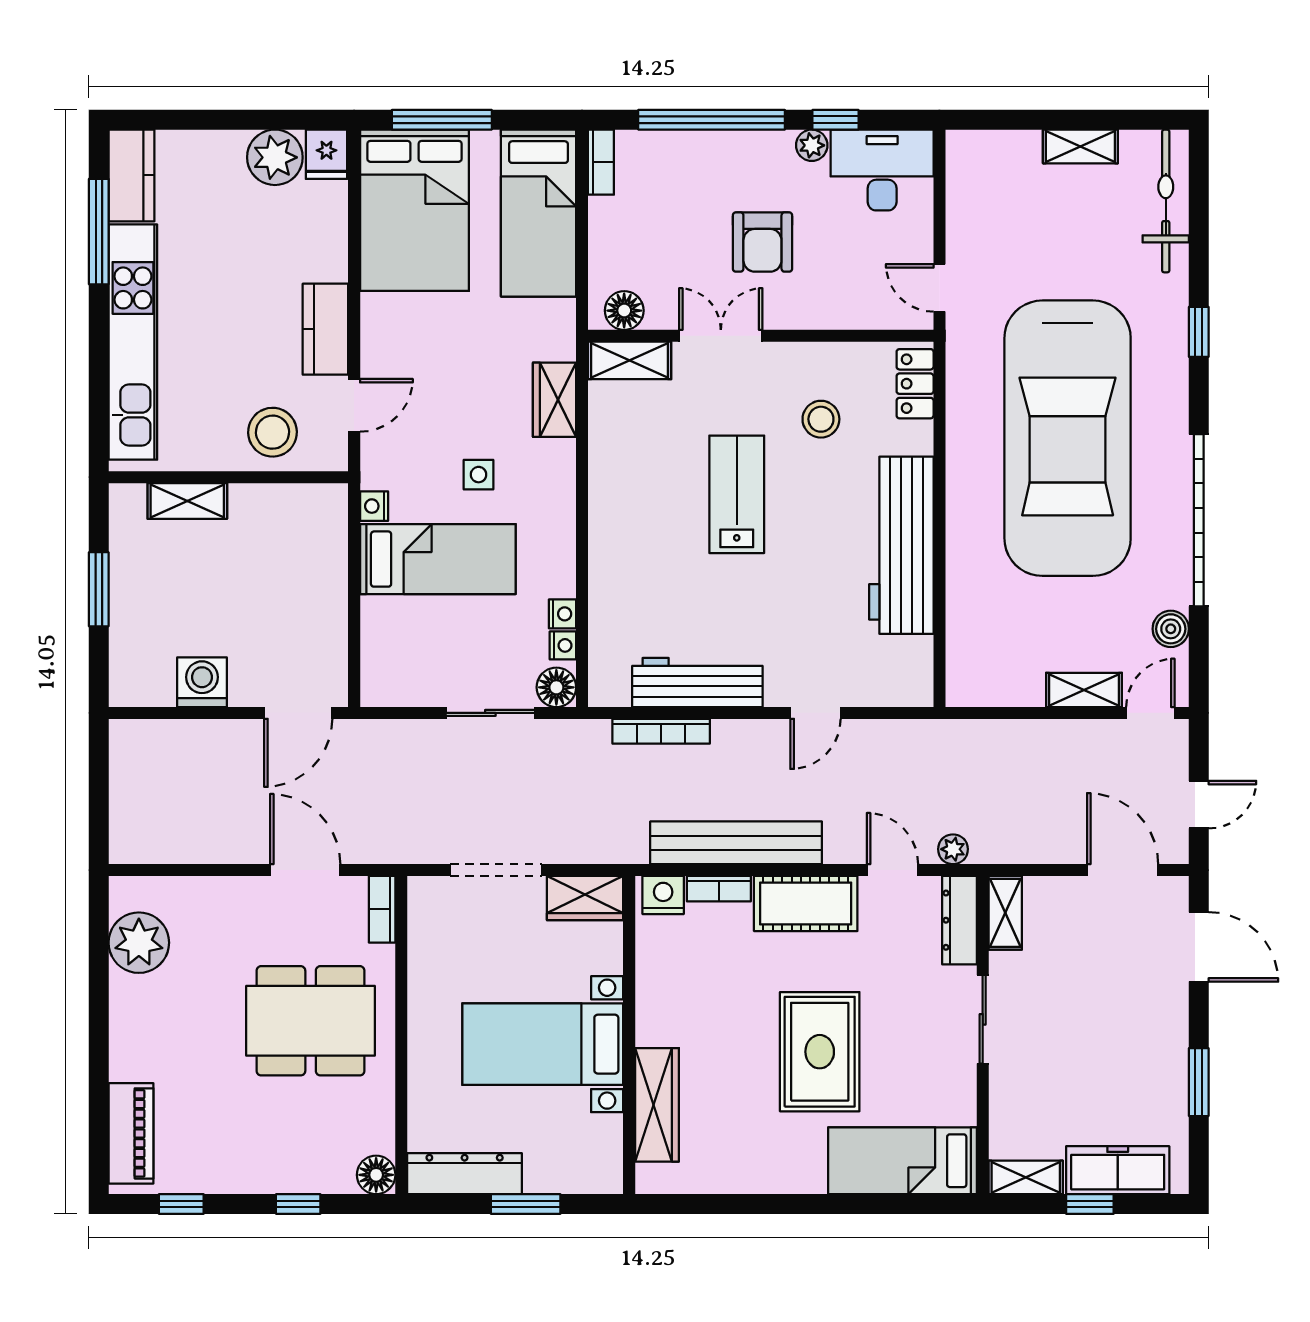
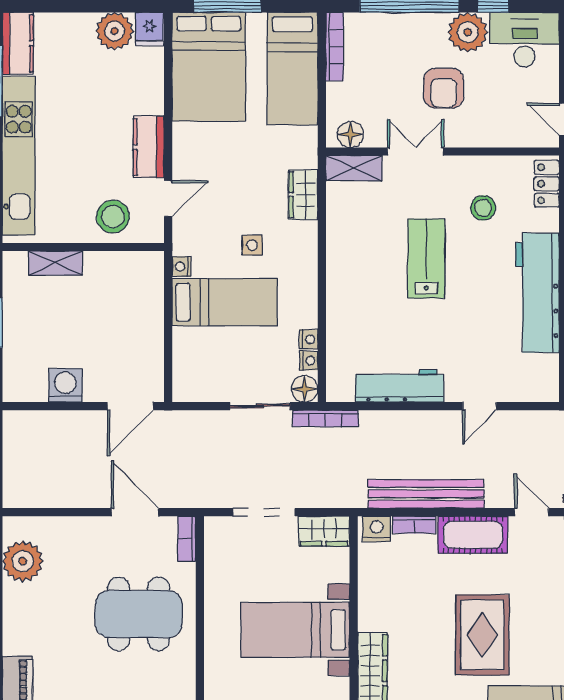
plant: (812, 145) -> (468, 32), width x1.88, depth x1.88
bookcase: (601, 162) -> (335, 47), width x1.56
bookcase: (661, 731) -> (325, 419), moved

